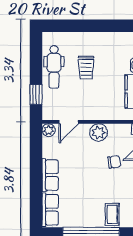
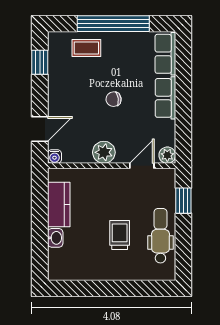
chair: (114, 162) -> (114, 99), moved
coffee table: (112, 214) -> (86, 48), turned 90

